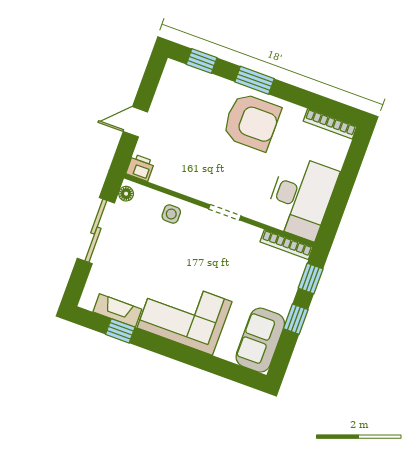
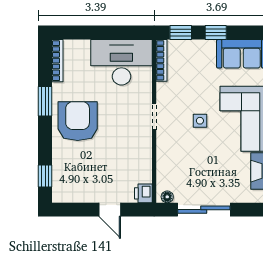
window: (254, 80) -> (45, 101), moved
side table: (171, 214) -> (200, 121), moved

